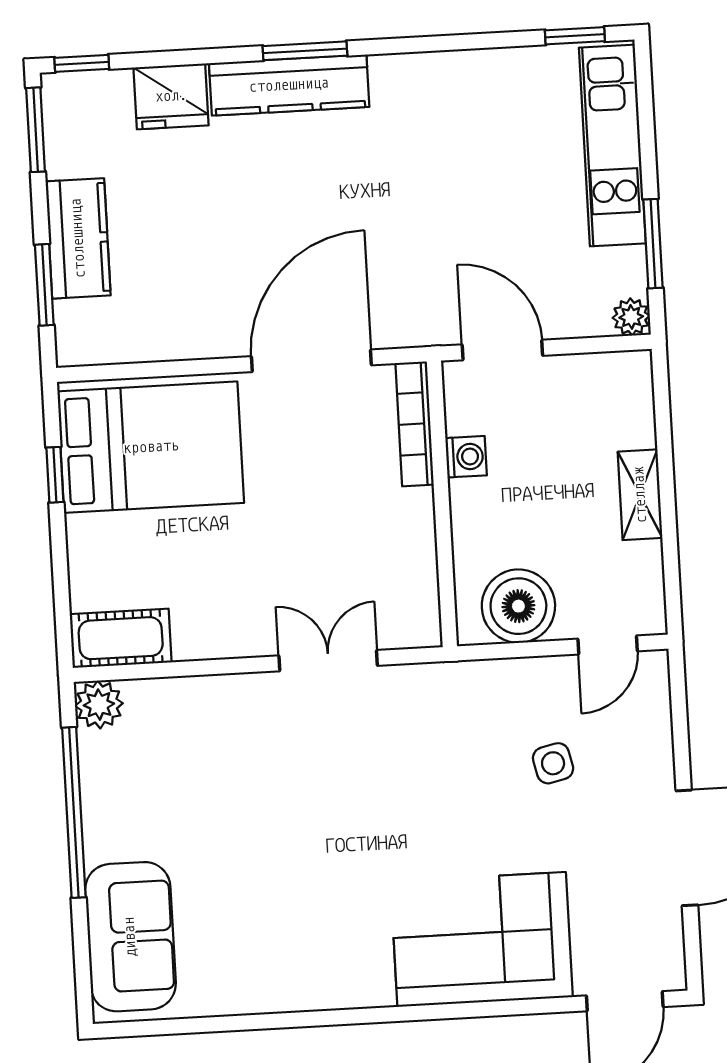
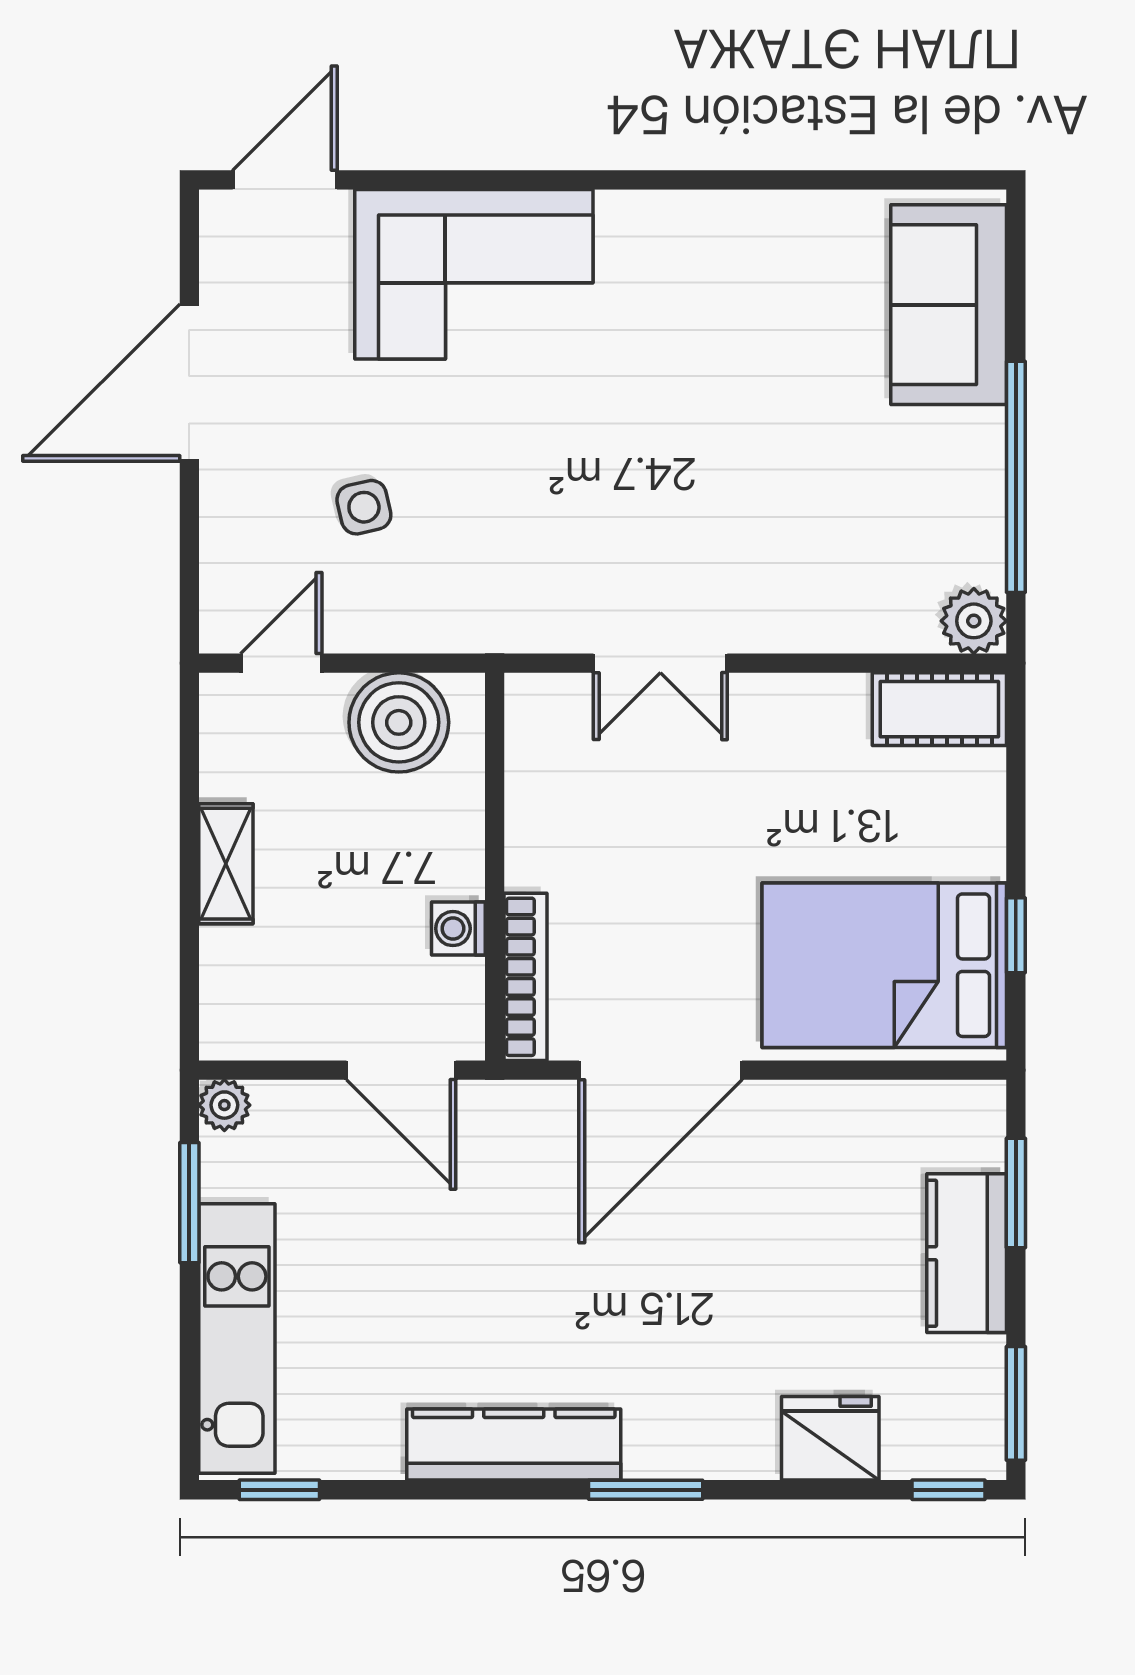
kitchen counter: (289, 85) -> (514, 1445), moved

